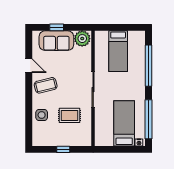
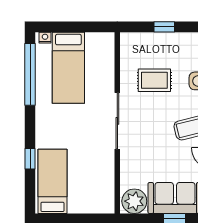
bed: (118, 51) -> (52, 181), moved
window: (149, 66) -> (30, 159), width x0.32

